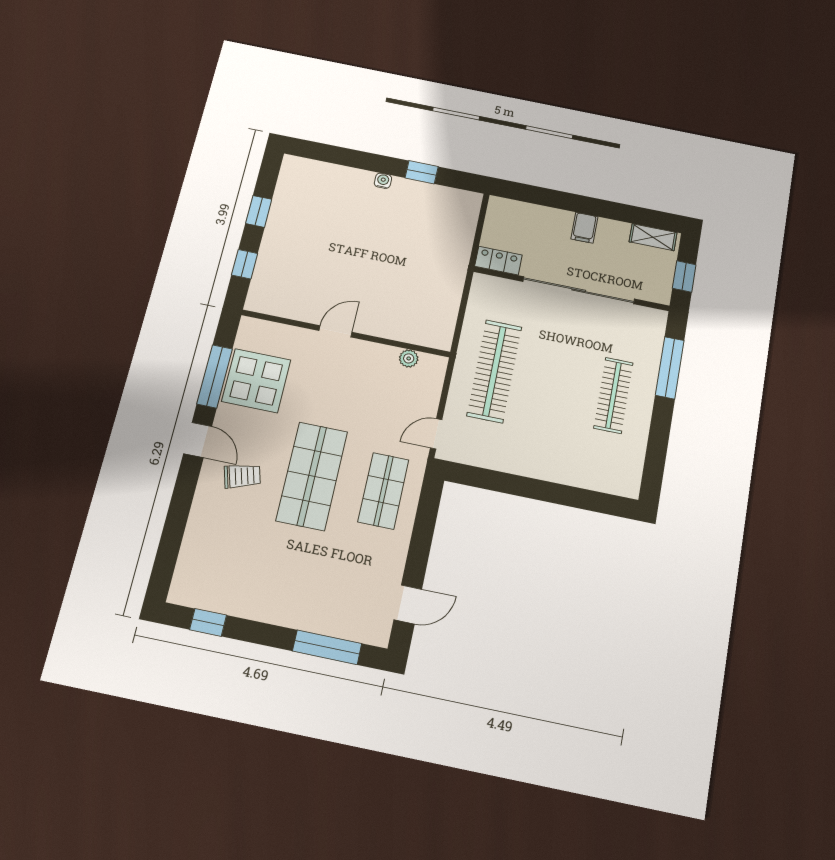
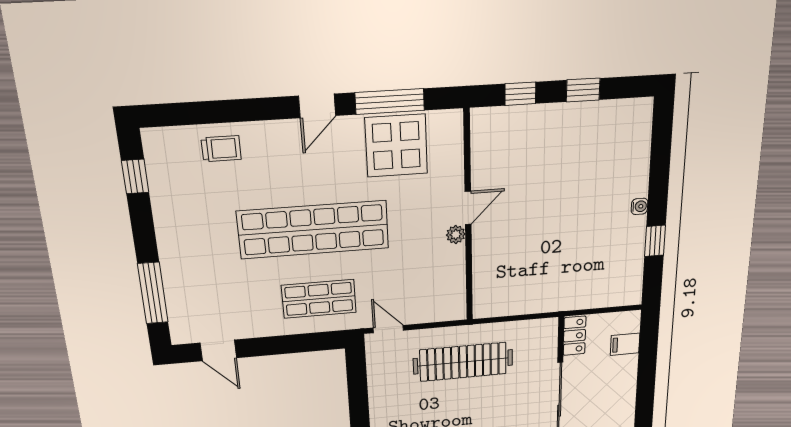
filing cabinet: (584, 228) -> (625, 344), moved
door: (336, 331) -> (468, 208), hinge flipped
plant: (409, 358) -> (456, 235), moved
trolley: (242, 476) -> (221, 149), moved, turned -74
shop shelf: (312, 476) -> (313, 230), width x1.40

